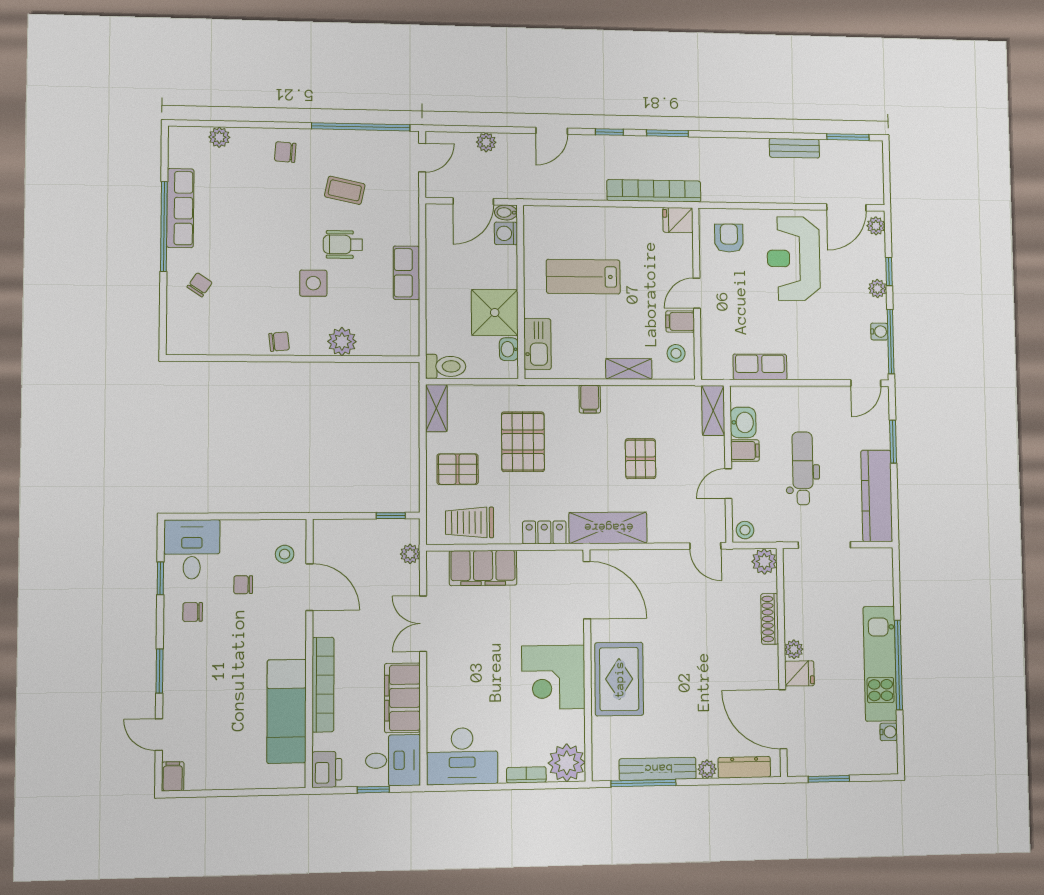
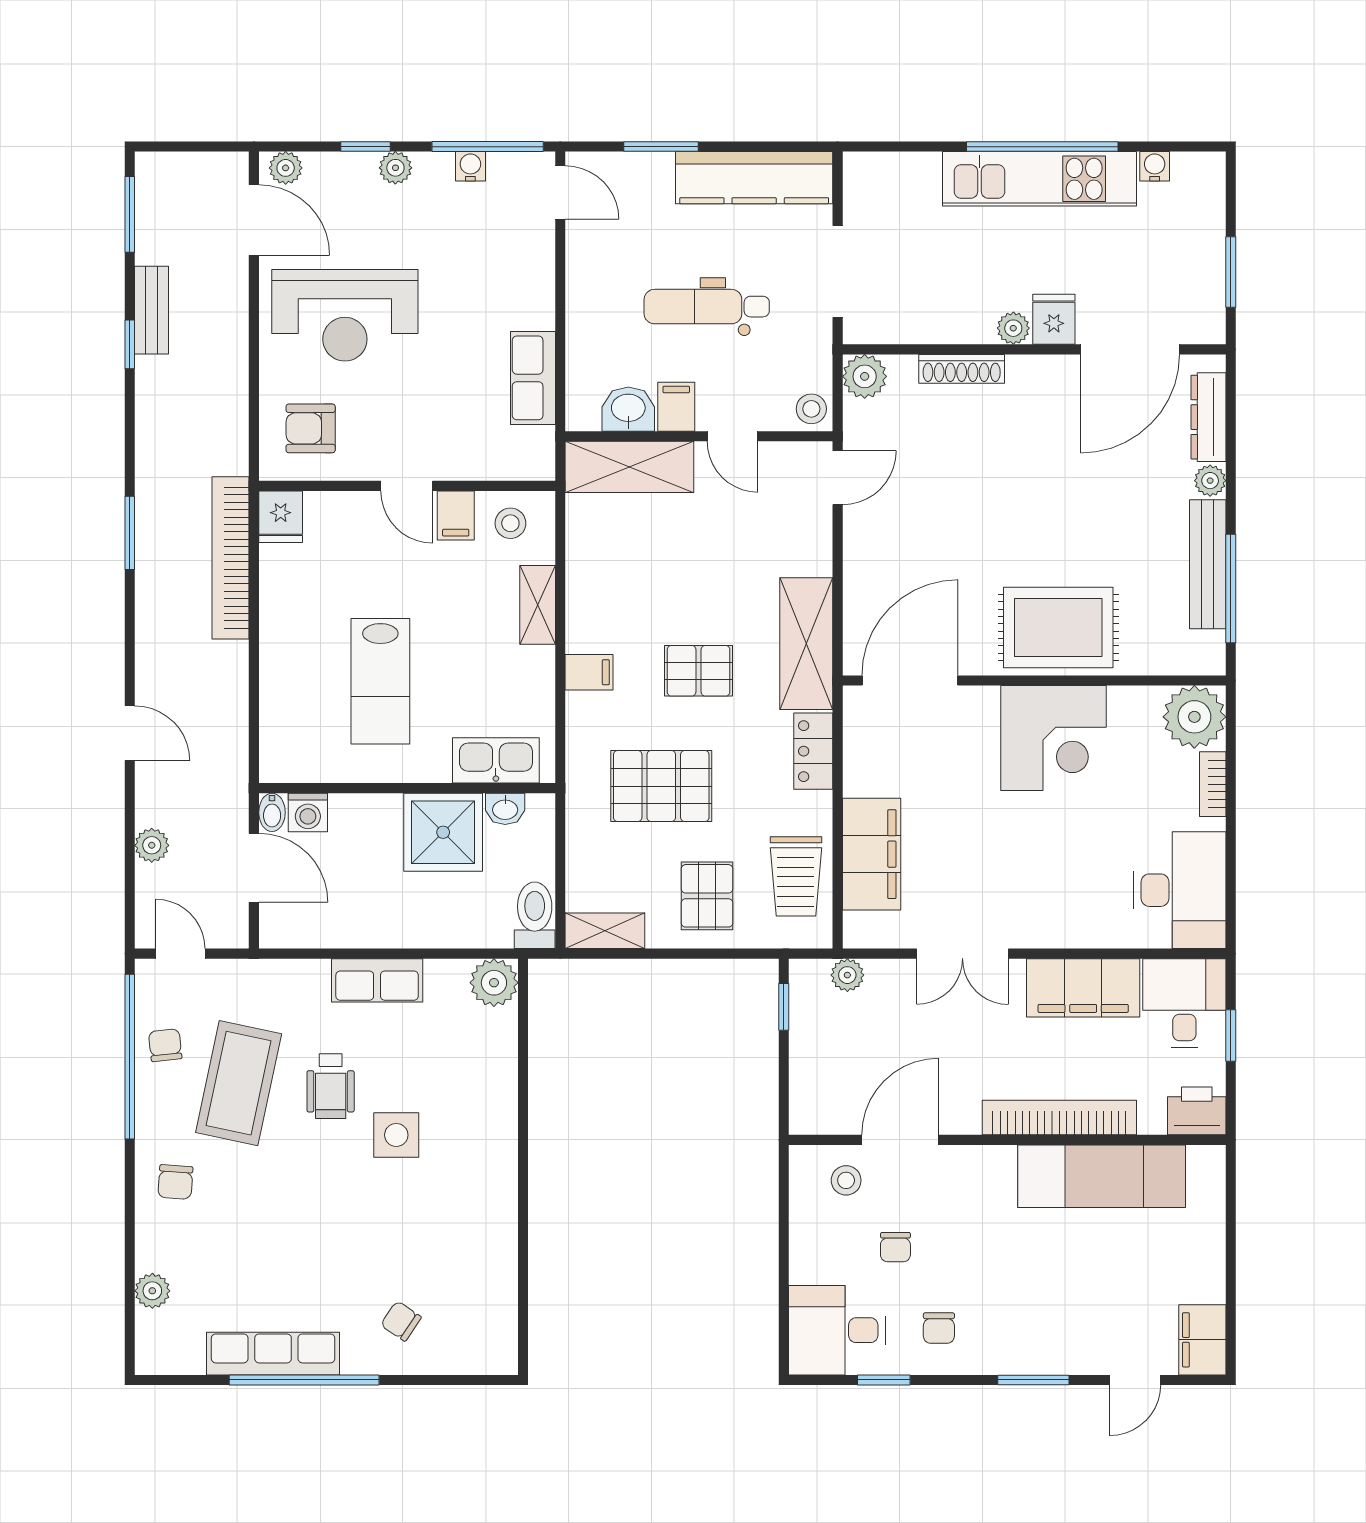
window: (609, 132) -> (130, 344), moved
coffee table: (345, 190) -> (239, 1083), width x1.86, depth x1.72
chair: (279, 342) -> (165, 1045), moved
plant: (342, 342) -> (494, 983), moved
shelving: (713, 411) -> (629, 467), width x1.50, depth x1.33
pallet: (641, 459) -> (699, 671), moved
filing cabinet: (173, 776) -> (1202, 1340), width x2.00

